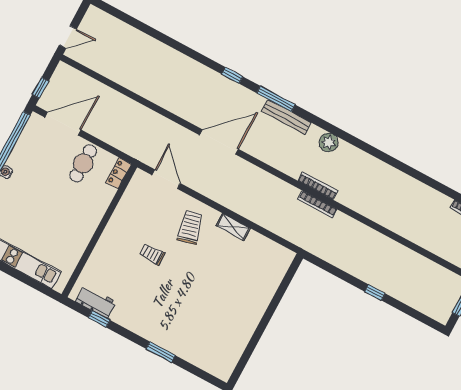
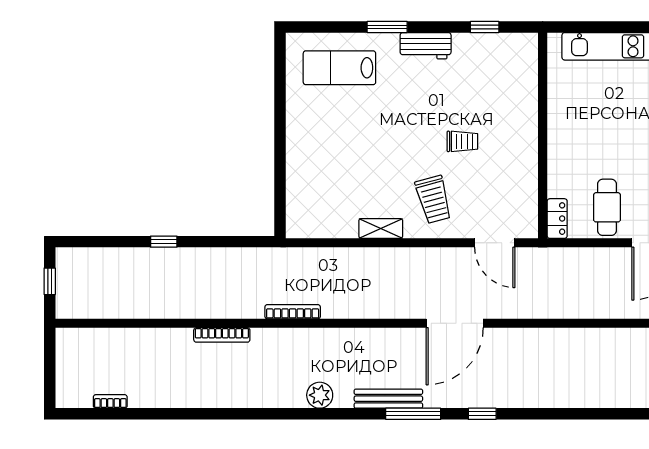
bookcase: (318, 186) -> (222, 335), moved
workbench: (96, 302) -> (426, 46), moved
lab bench: (205, 343) -> (339, 68), added

